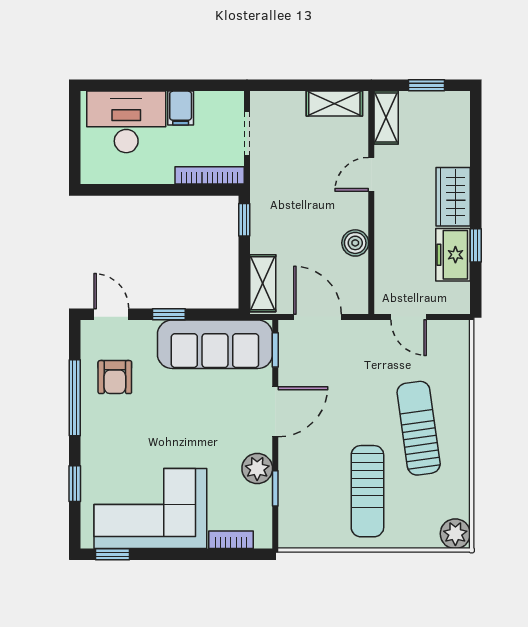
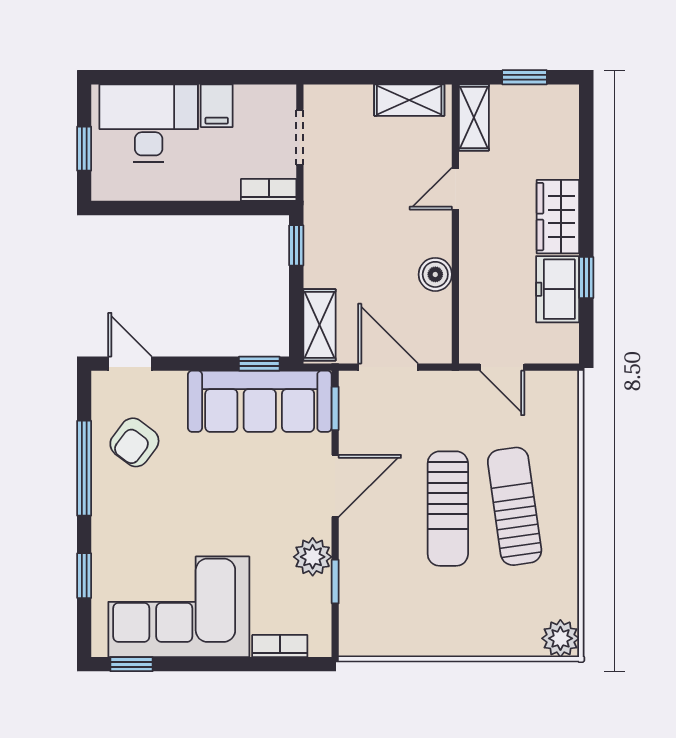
window: (75, 142) -> (84, 149), added
bookcase: (210, 175) -> (269, 190), width x0.64
window: (169, 314) -> (259, 364), moved
armchair: (115, 377) -> (134, 442), turned 37
sun lounger: (367, 491) -> (448, 509), moved

